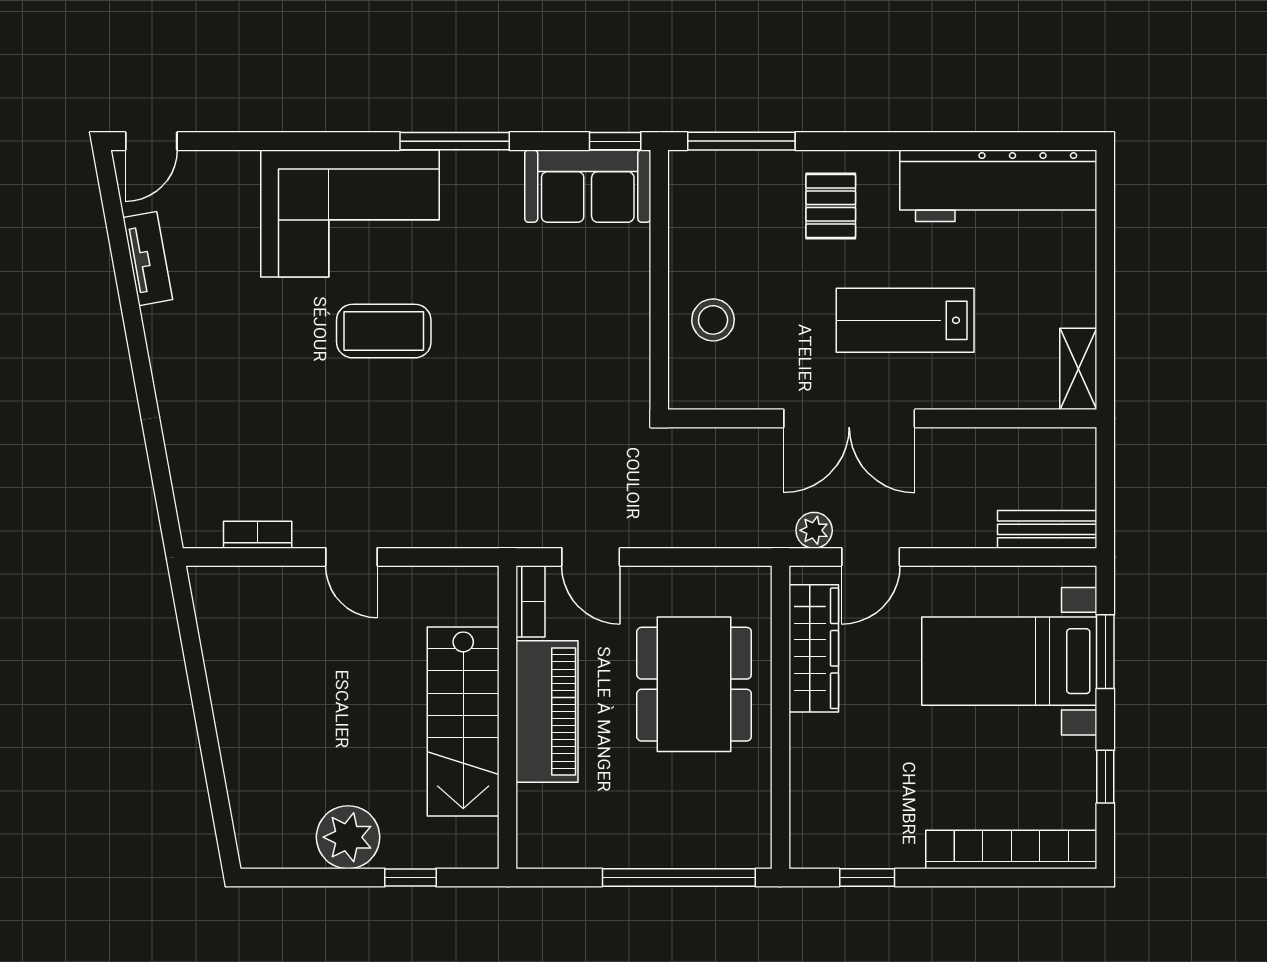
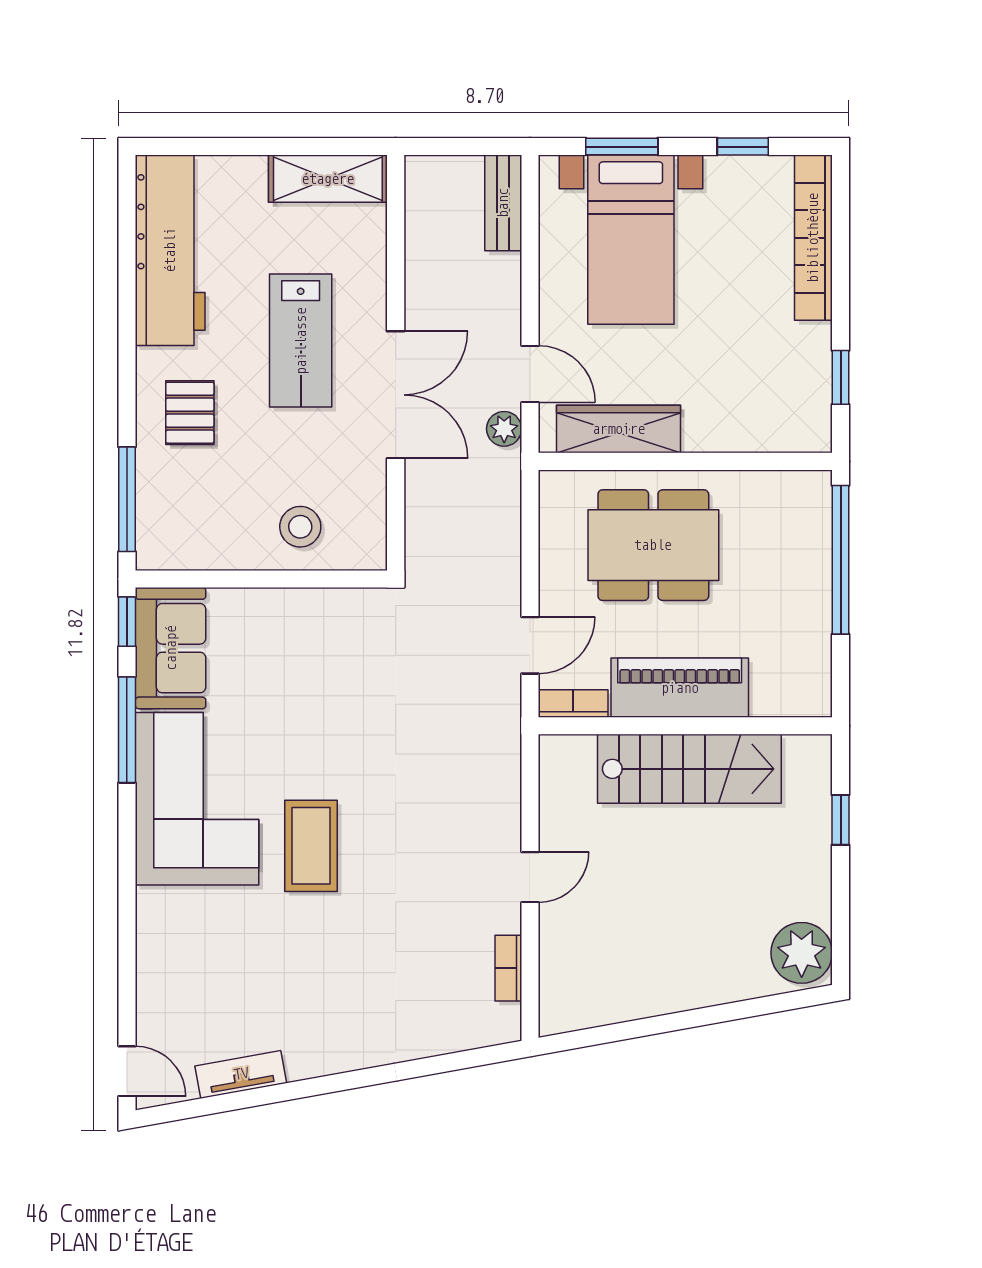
window: (455, 141) -> (127, 730), moved
pallet: (831, 206) -> (190, 413), turned 90
corner sofa: (350, 213) -> (197, 799), moved
shelving: (1078, 369) -> (328, 179), width x1.50, depth x1.33
plant: (348, 837) -> (802, 953), moved

